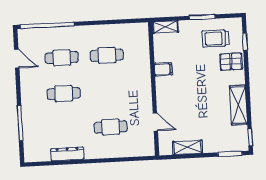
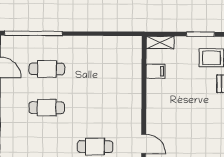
cafe table: (107, 55) -> (95, 69), removed
filing cabinet: (163, 69) -> (155, 71), moved

